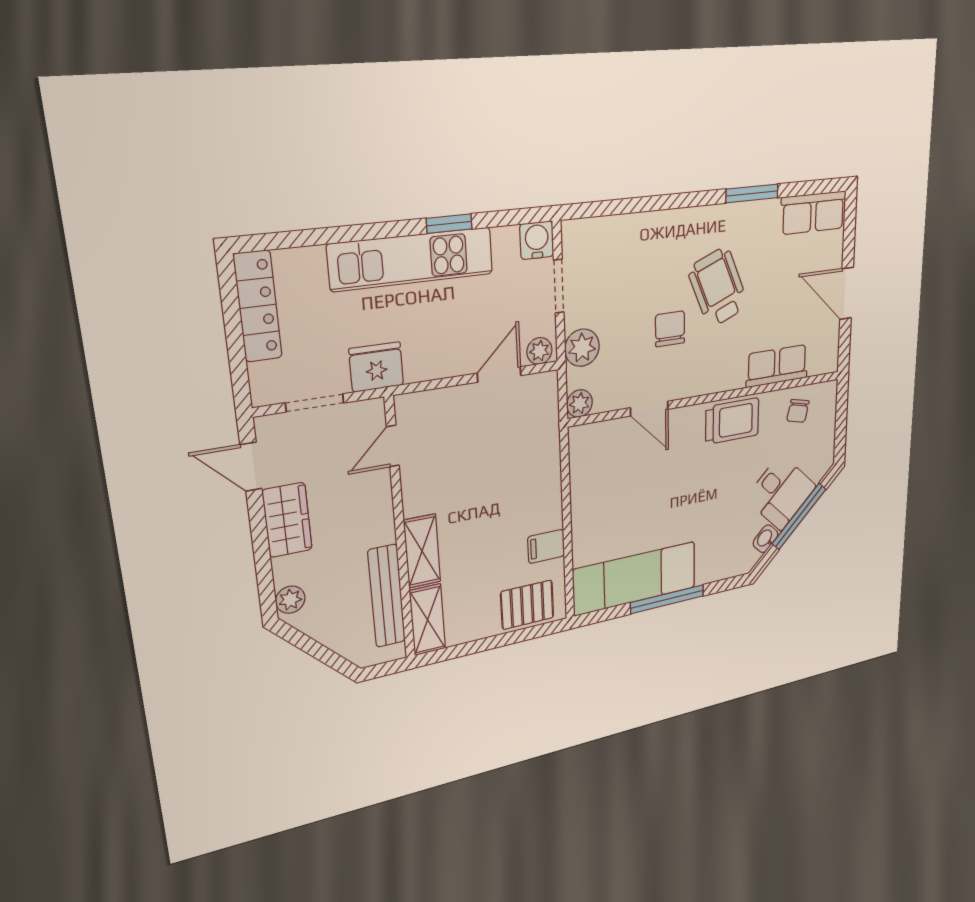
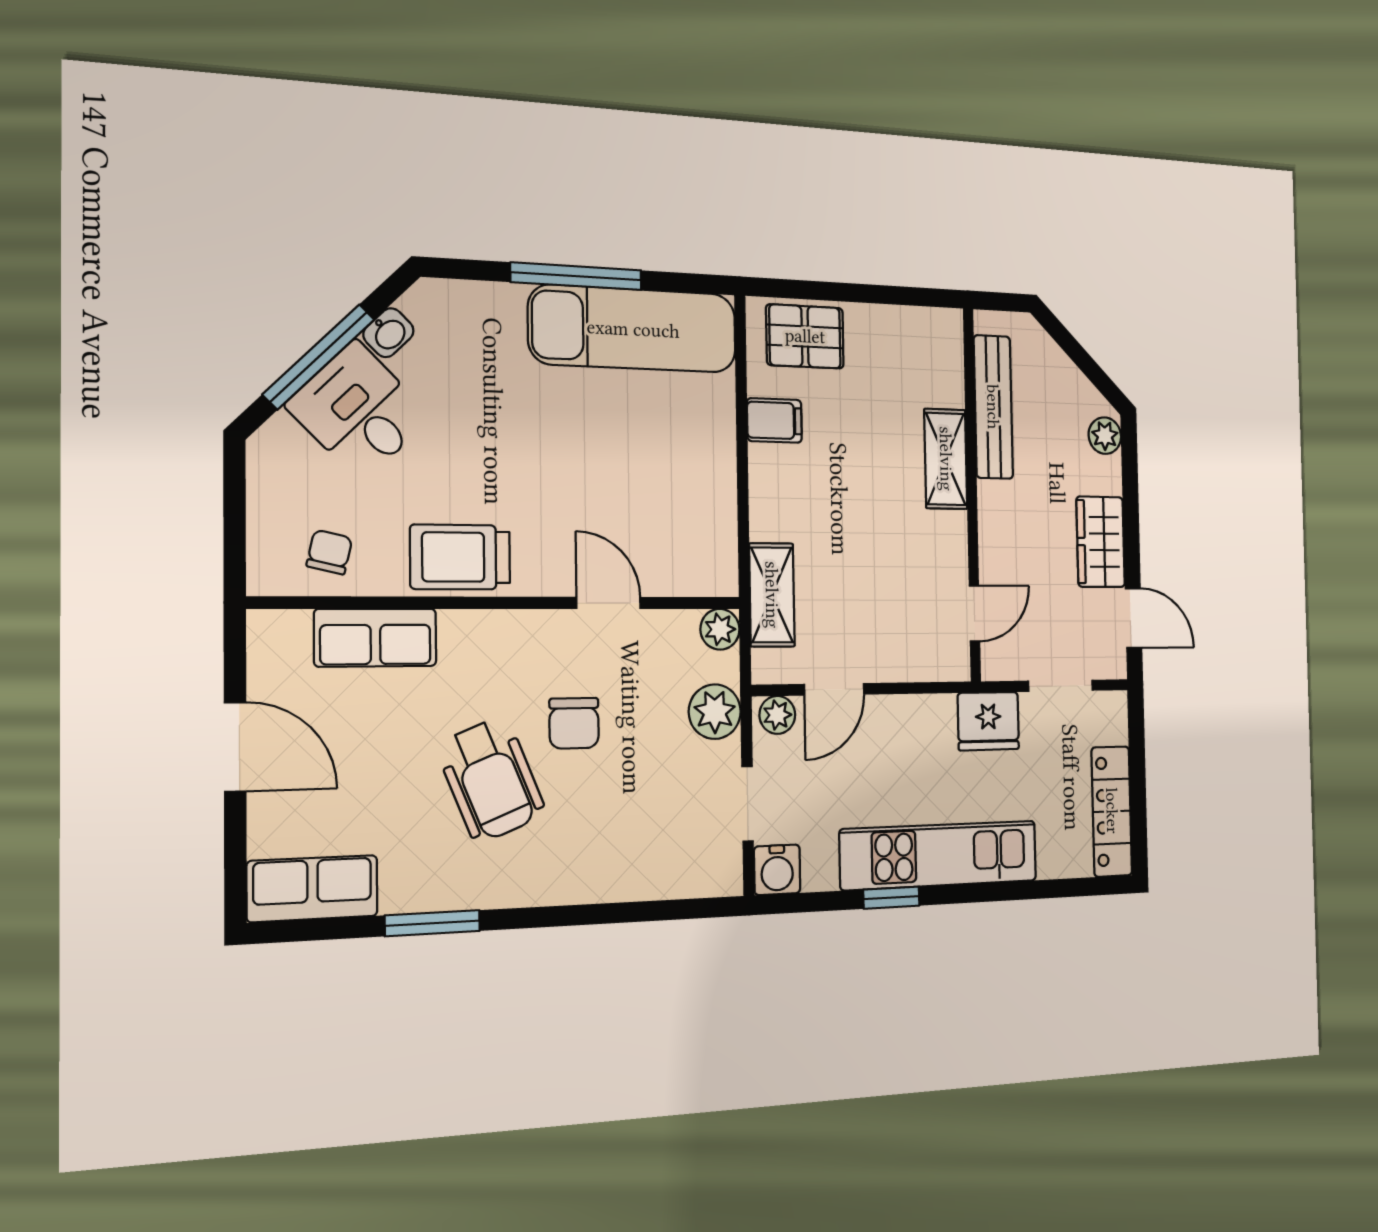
shelving: (427, 620) -> (772, 595), moved

